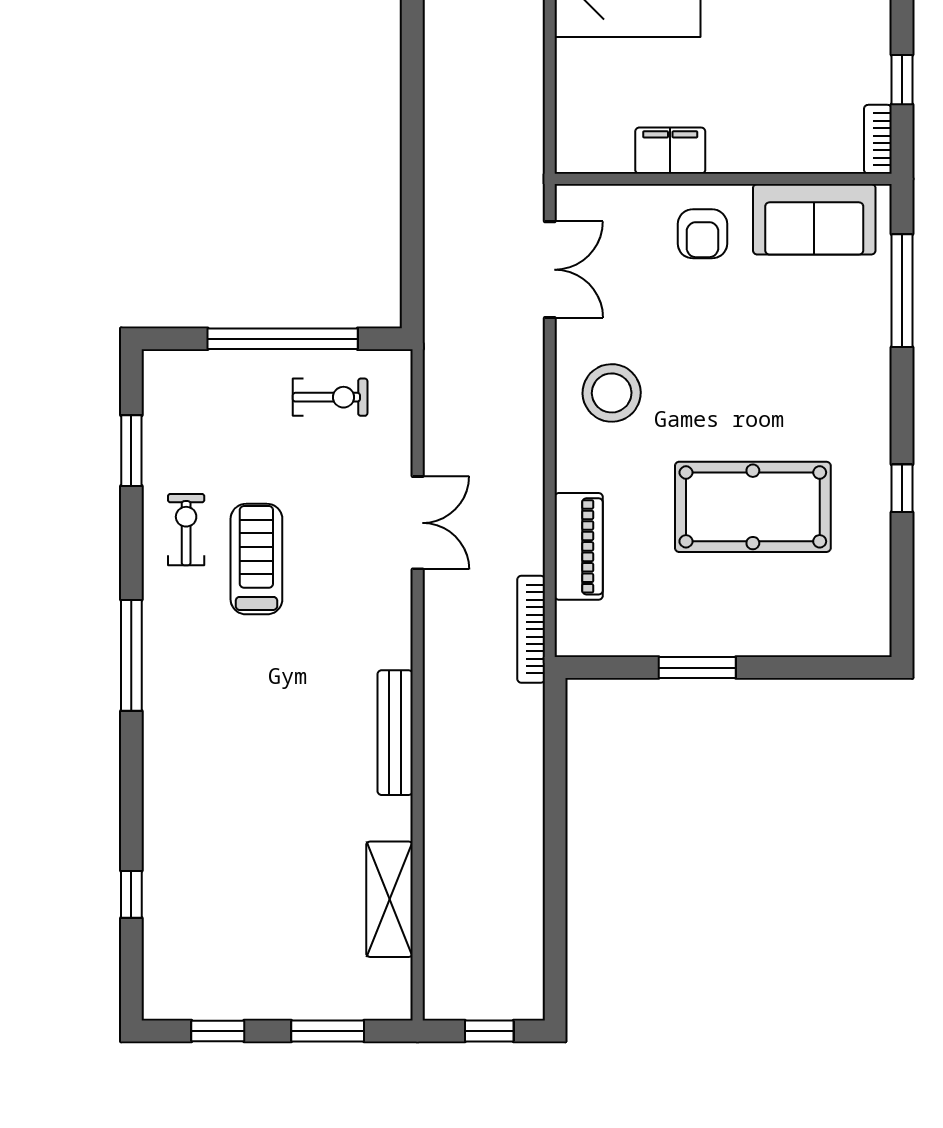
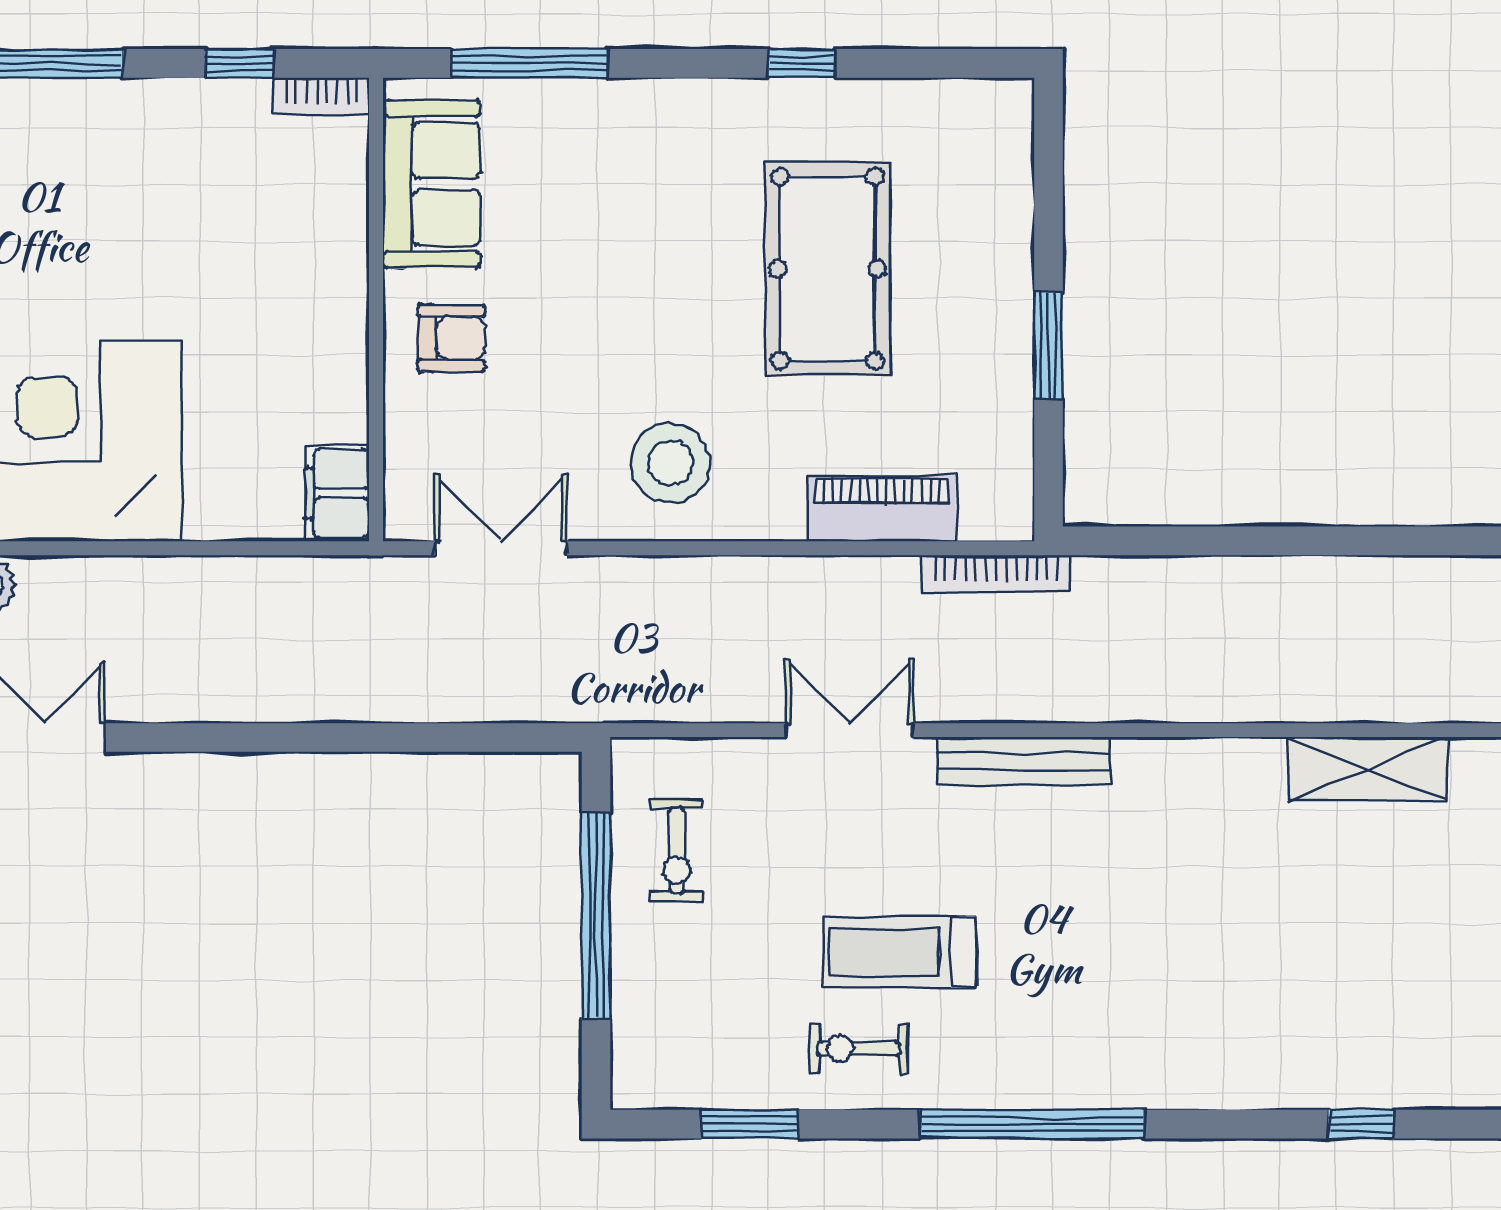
filing cabinet: (670, 151) -> (337, 493), moved
exercise bike: (330, 397) -> (676, 851), turned 180
window: (131, 655) -> (1032, 1124), width x1.46
bench: (395, 733) -> (1024, 761), moved

